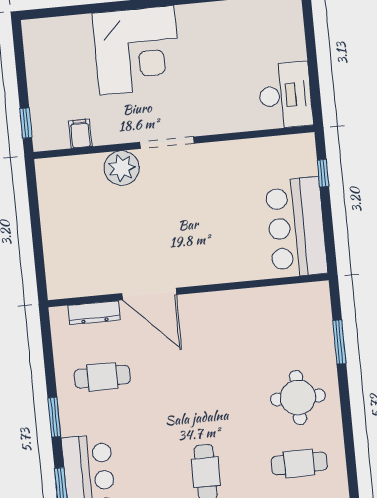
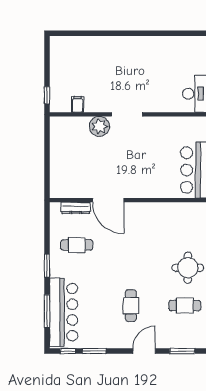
corner desk: (137, 50) -> (115, 60), removed

